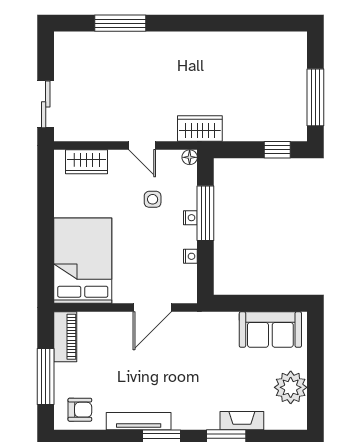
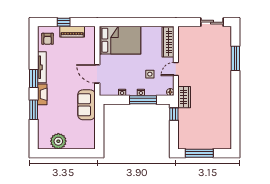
sliding door: (46, 104) -> (212, 22), moved
window: (277, 150) -> (174, 114), moved
wardrobe: (87, 162) -> (168, 42), width x1.50
sofa: (270, 330) -> (87, 105), moved
piano: (65, 337) -> (72, 32), moved
window: (46, 376) -> (64, 22), width x0.46
fireplace: (242, 421) -> (42, 94), moved

